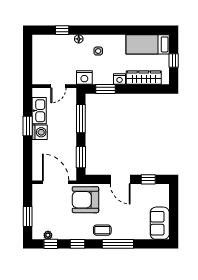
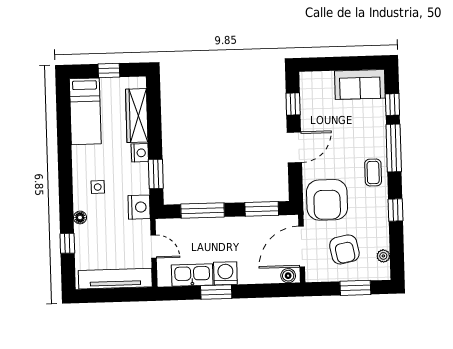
tv unit: (38, 61) -> (115, 279), added
boiler: (37, 173) -> (288, 276), added
armchair: (53, 210) -> (344, 249), added
window: (51, 244) -> (392, 105), moved

